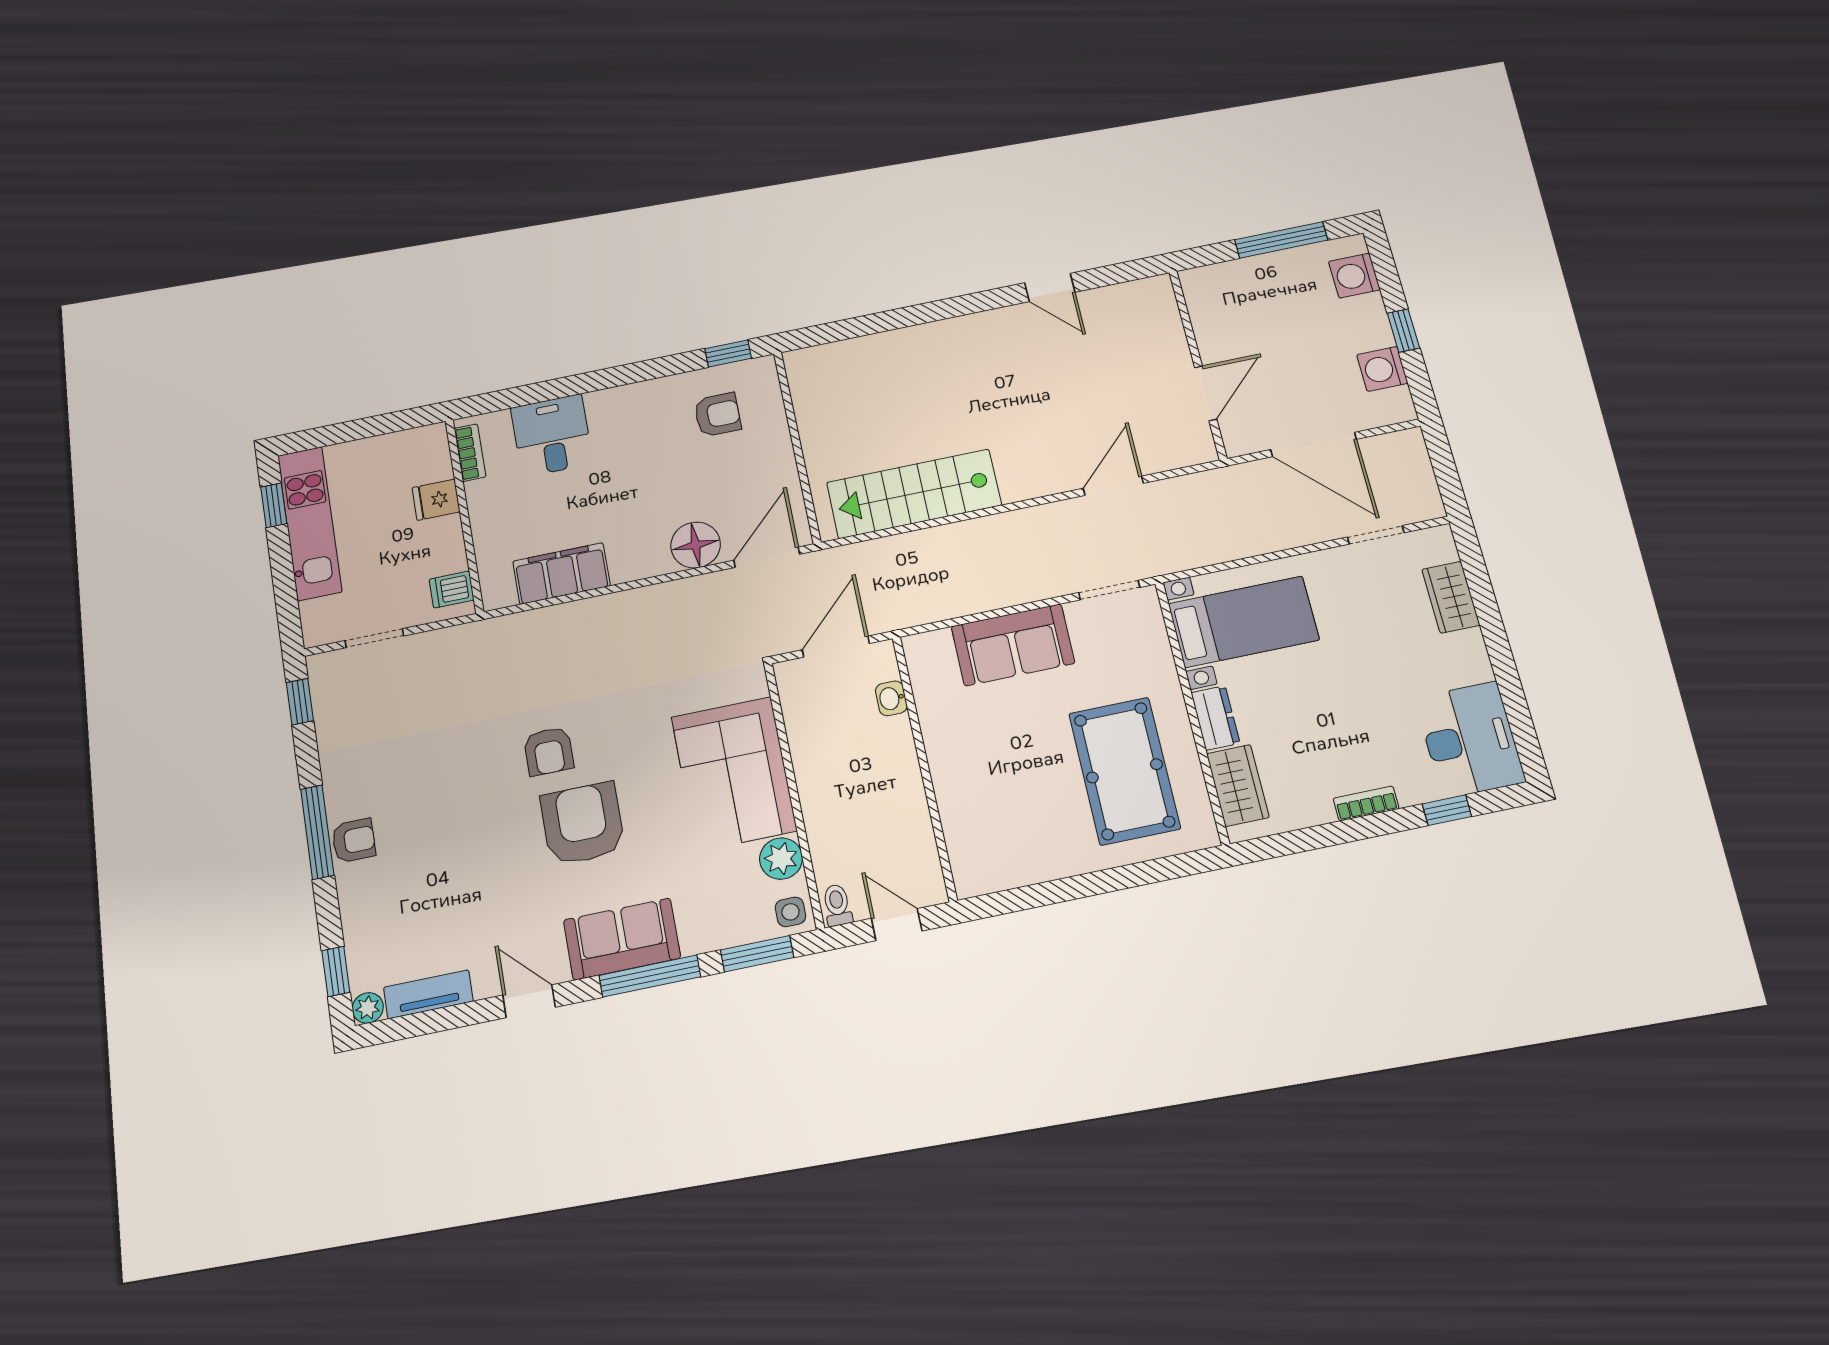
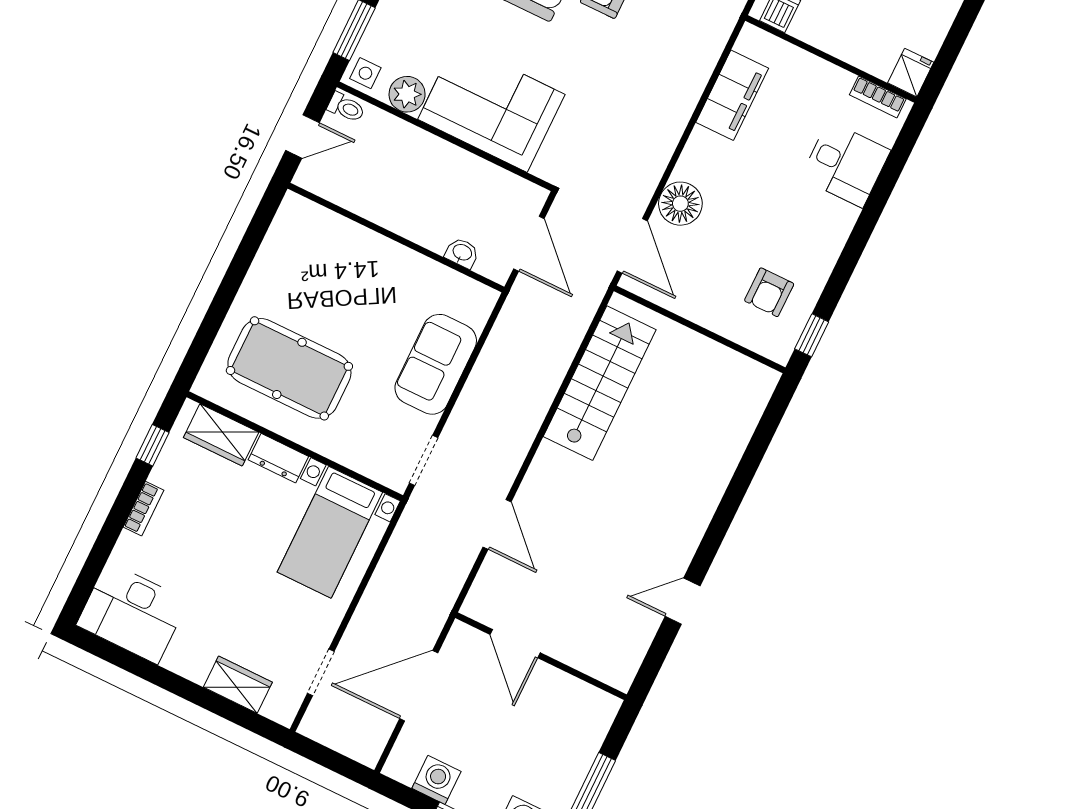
fridge: (436, 500) -> (911, 73), moved
window: (1447, 810) -> (152, 445), moved

